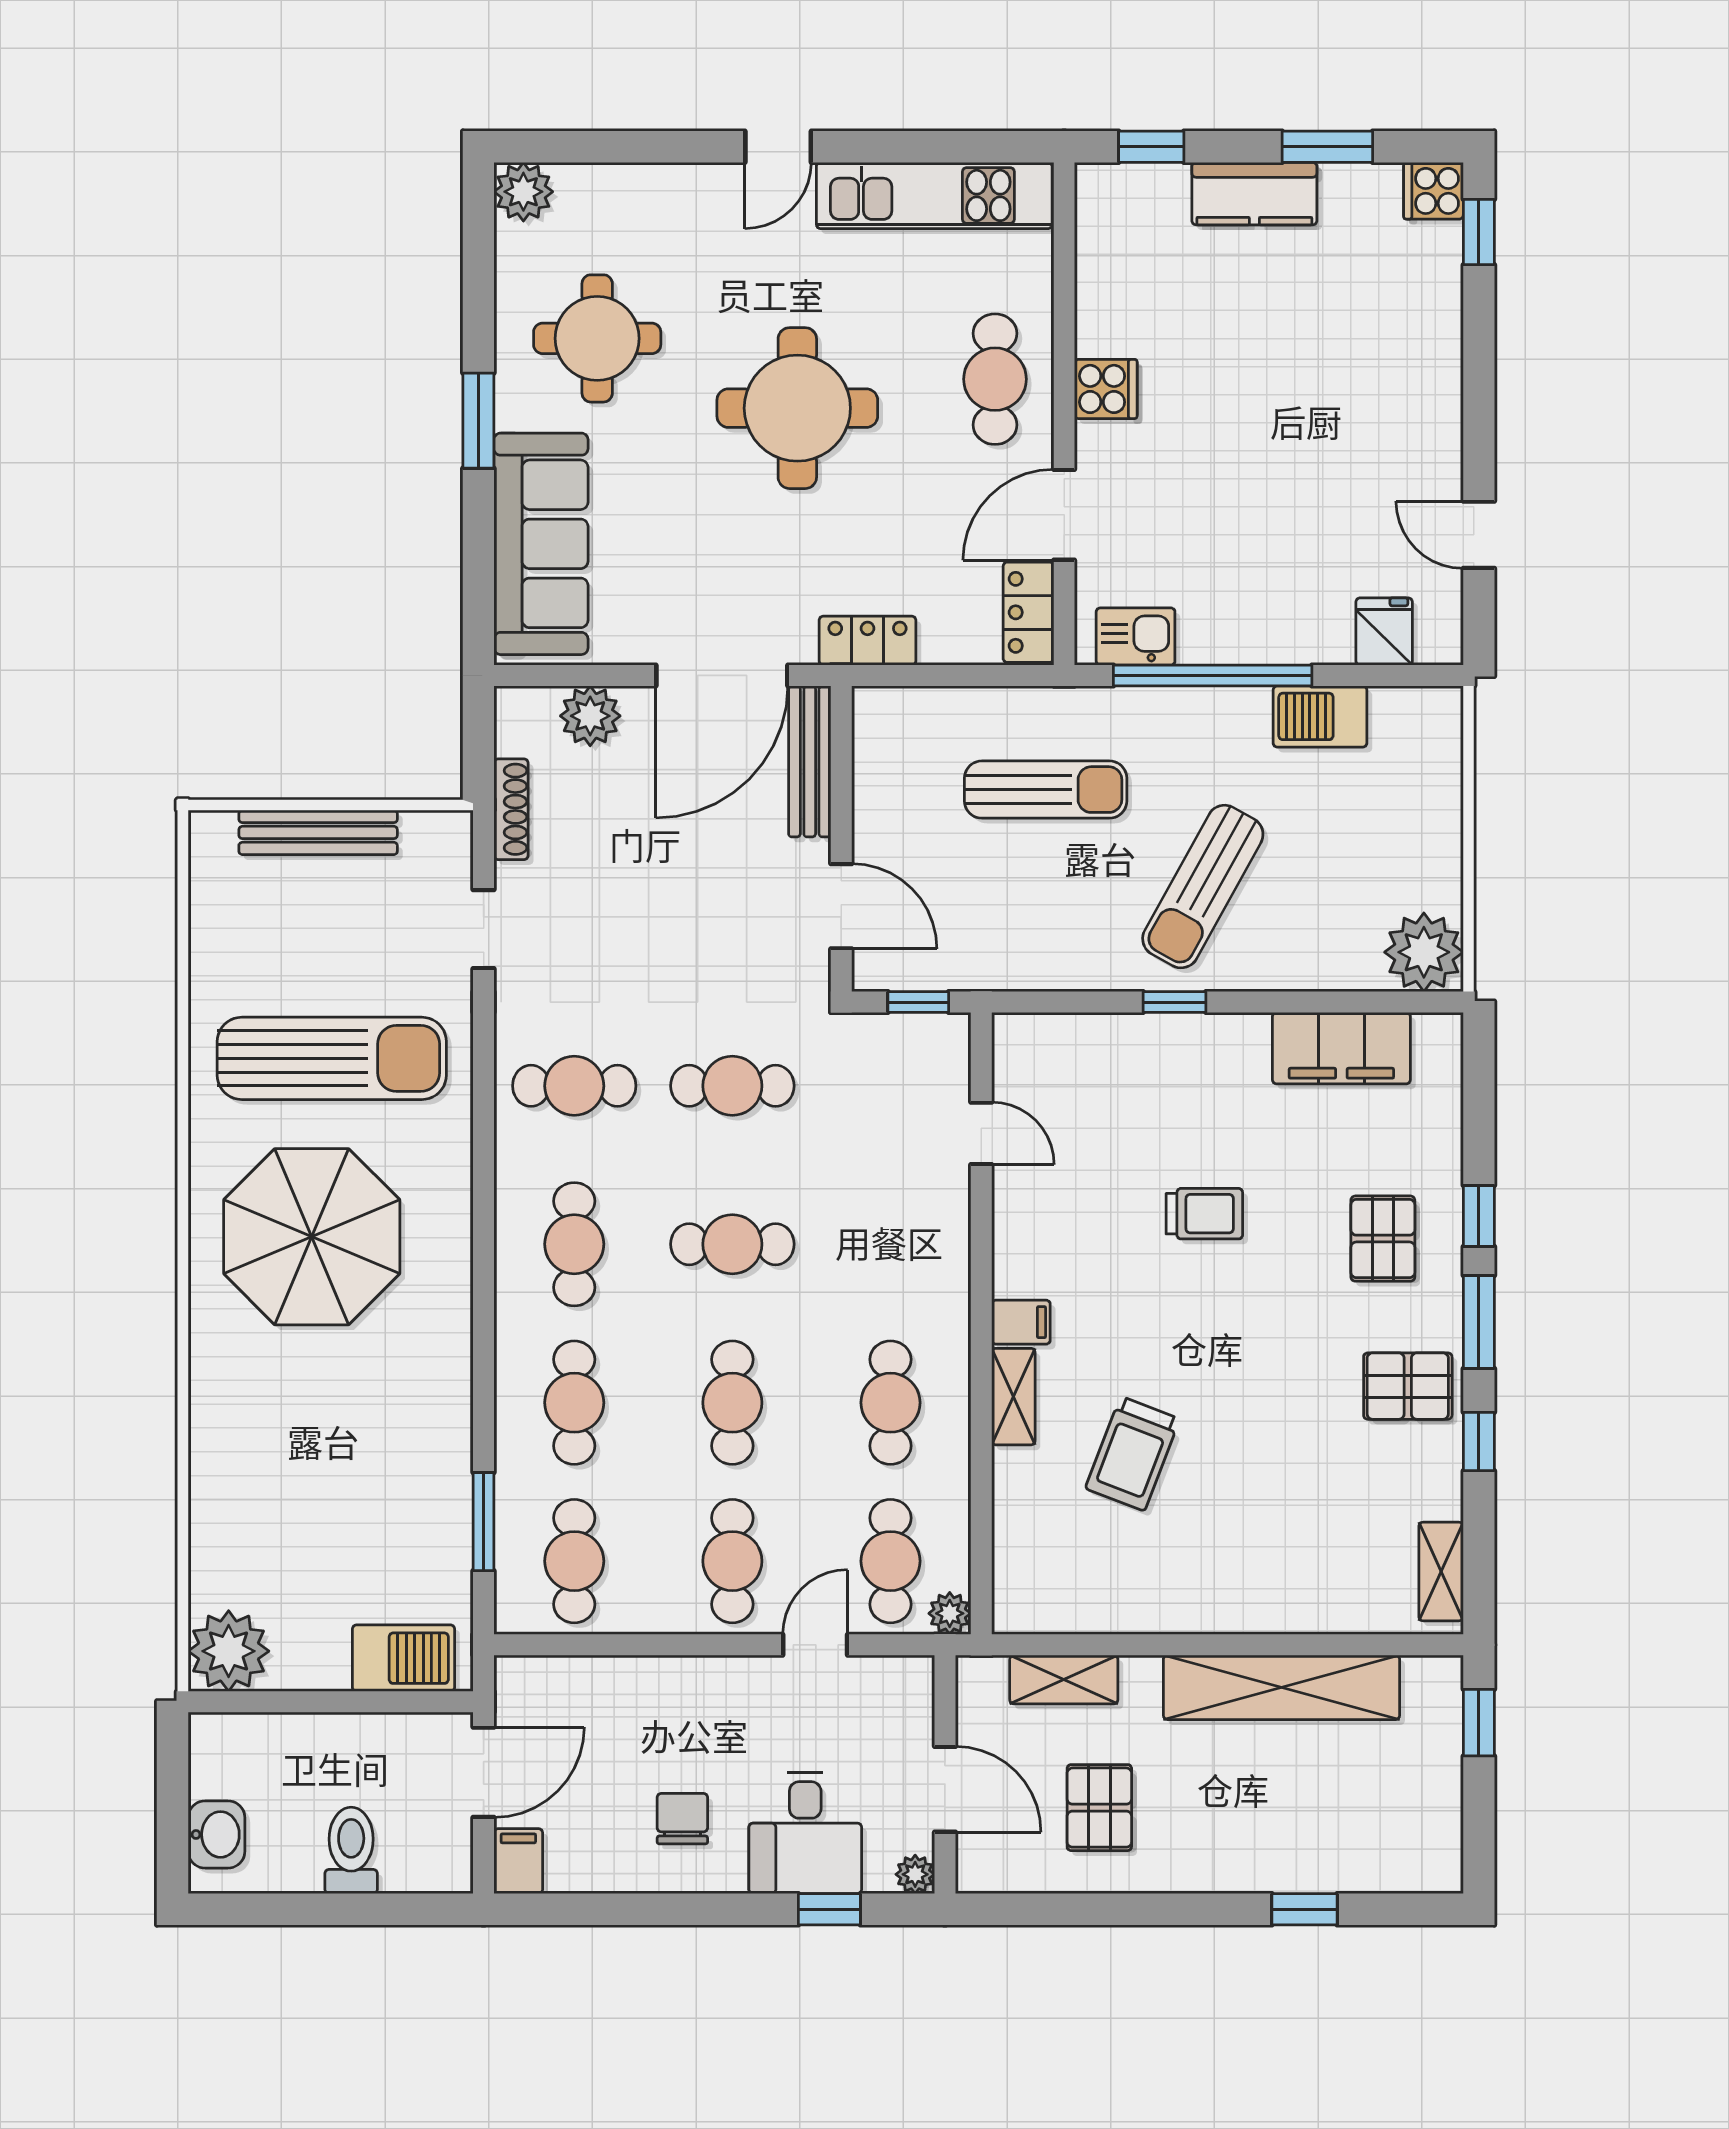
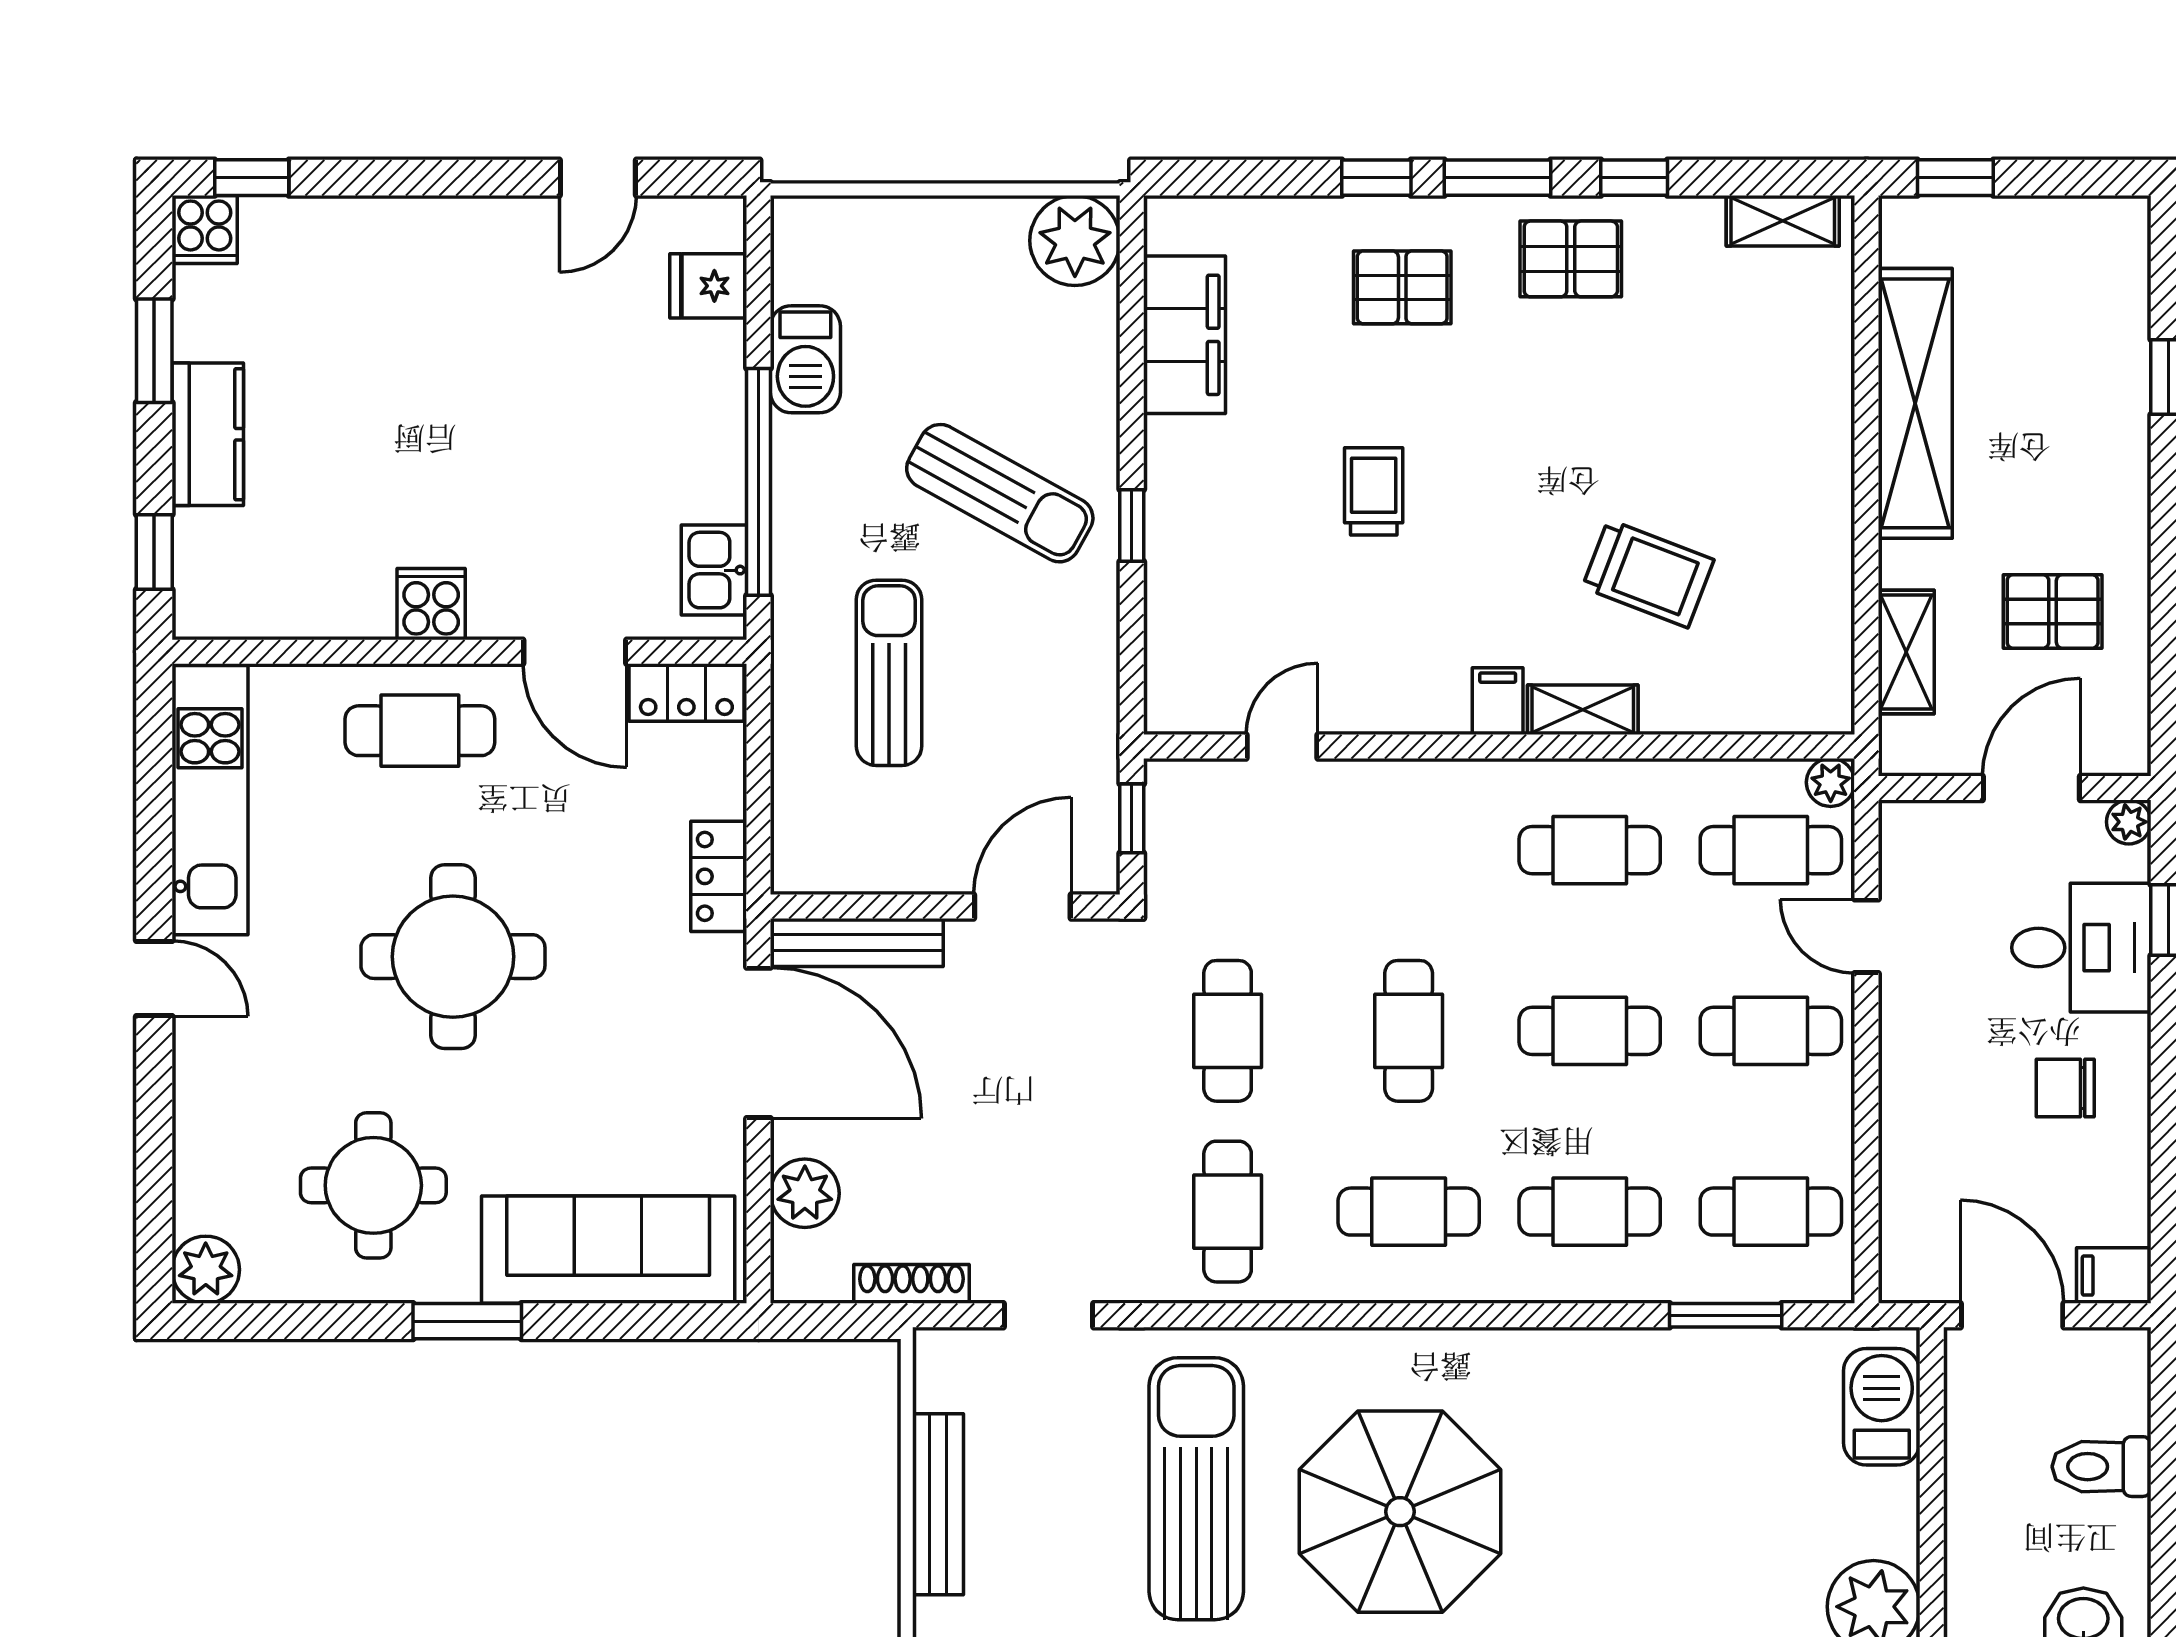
pallet: (1408, 1386) -> (1571, 259), turned 90

